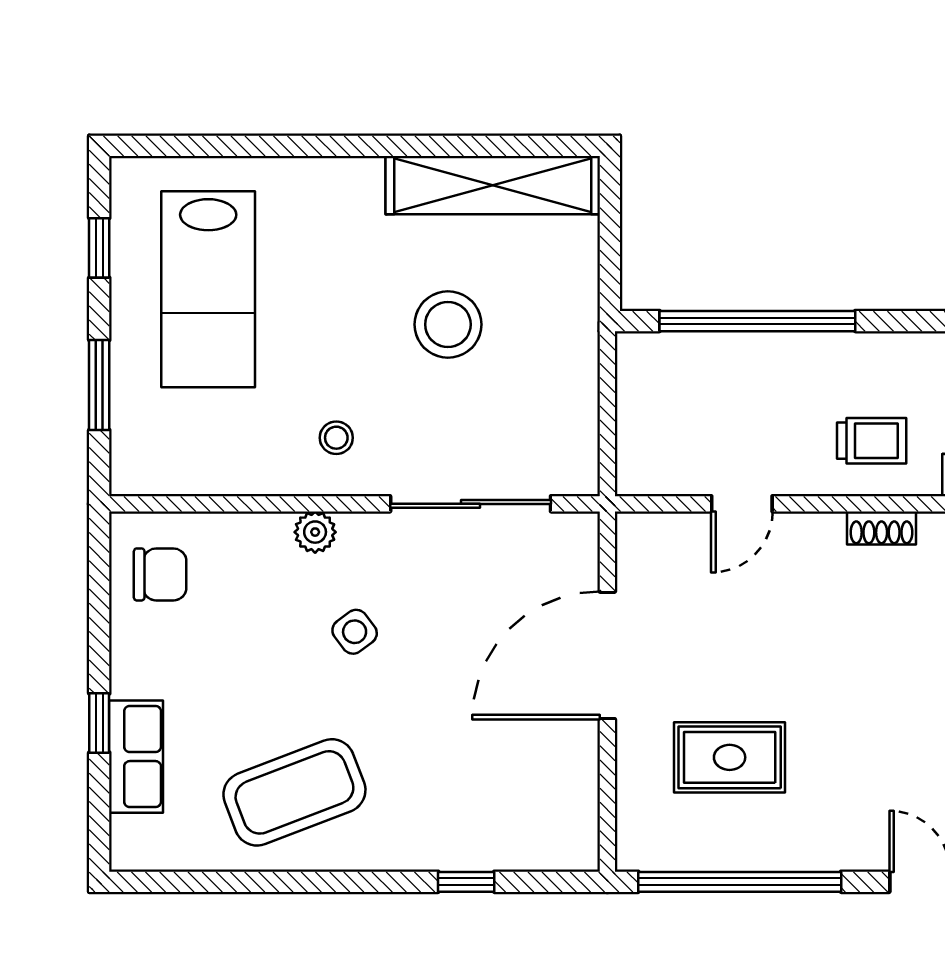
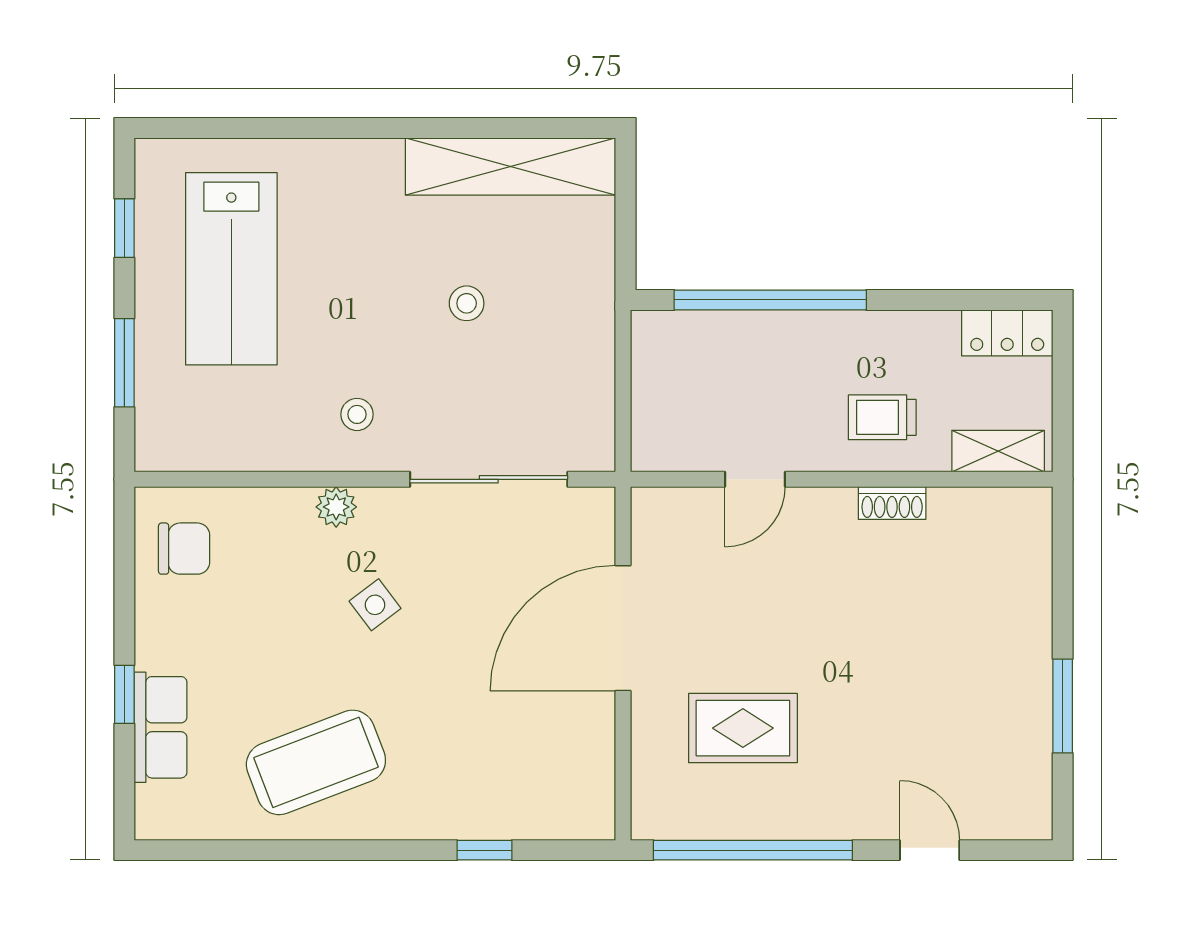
stool: (448, 324) -> (467, 303), width x0.53, depth x0.53
trolley: (872, 441) -> (882, 417), turned 180

